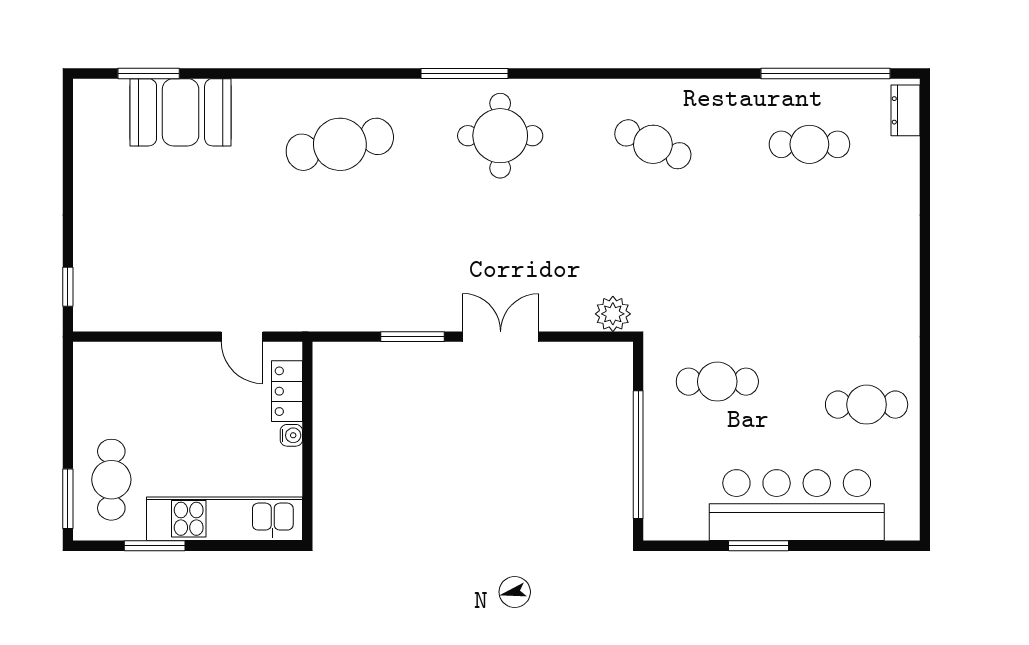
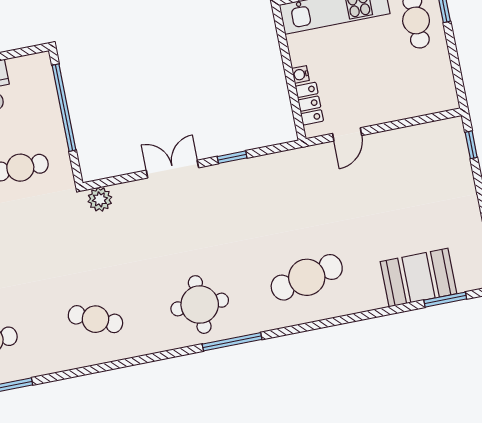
door: (242, 337) -> (347, 134), swing flipped
window: (412, 337) -> (232, 157), width x0.67
double door: (501, 337) -> (172, 169), swing flipped

